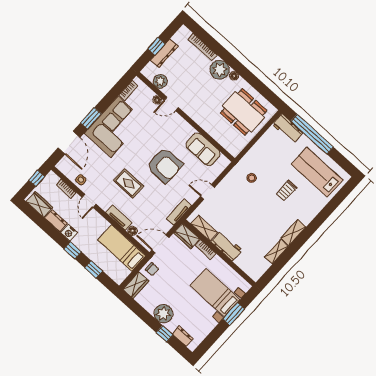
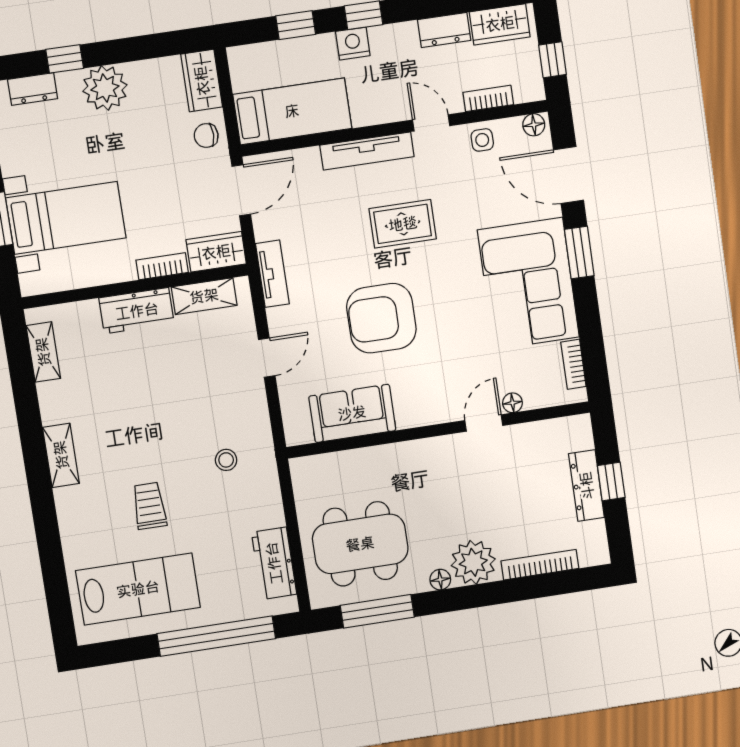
plant: (160, 81) -> (542, 436), removed
window: (261, 88) -> (377, 611), added
workbench: (288, 129) -> (274, 563), moved, turned -90
tv unit: (119, 218) -> (367, 151), width x1.41
floor lamp: (133, 231) -> (534, 125), moved
nightstand: (69, 233) -> (353, 44), moved
shelving: (276, 252) -> (43, 352), moved

